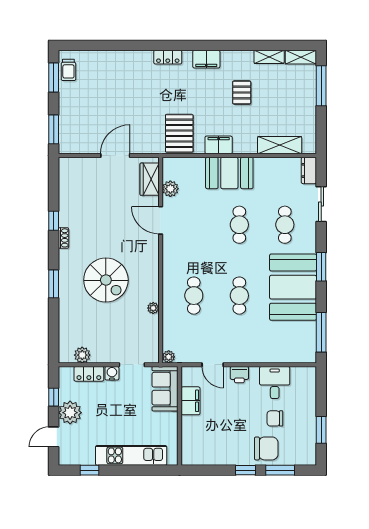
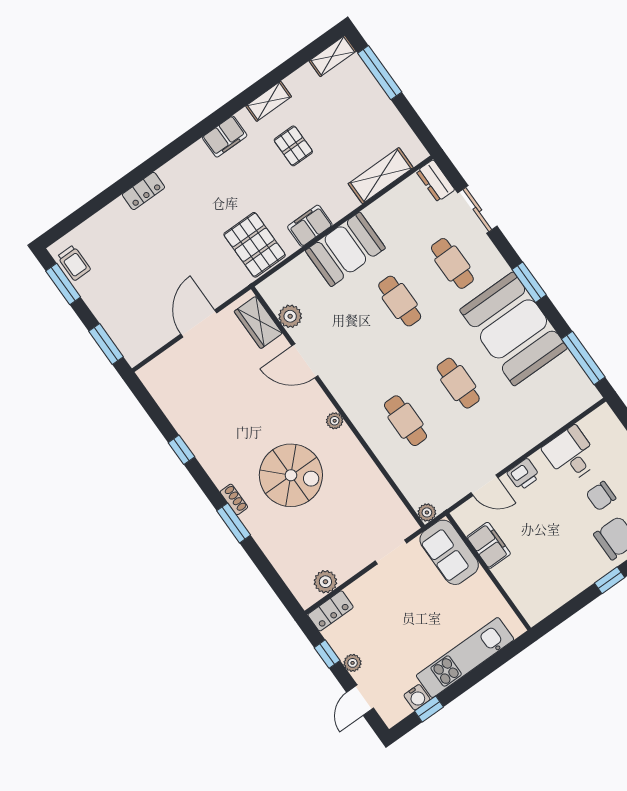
locker: (168, 57) -> (144, 191), moved
shelving: (269, 57) -> (269, 101), moved
shoe rack: (63, 238) -> (234, 499), moved
plant: (153, 308) -> (335, 421), moved
water cooler: (112, 373) -> (417, 697), moved, turned 180
locker: (89, 374) -> (331, 611), moved
plant: (70, 413) -> (353, 663), width x0.53, depth x0.53

